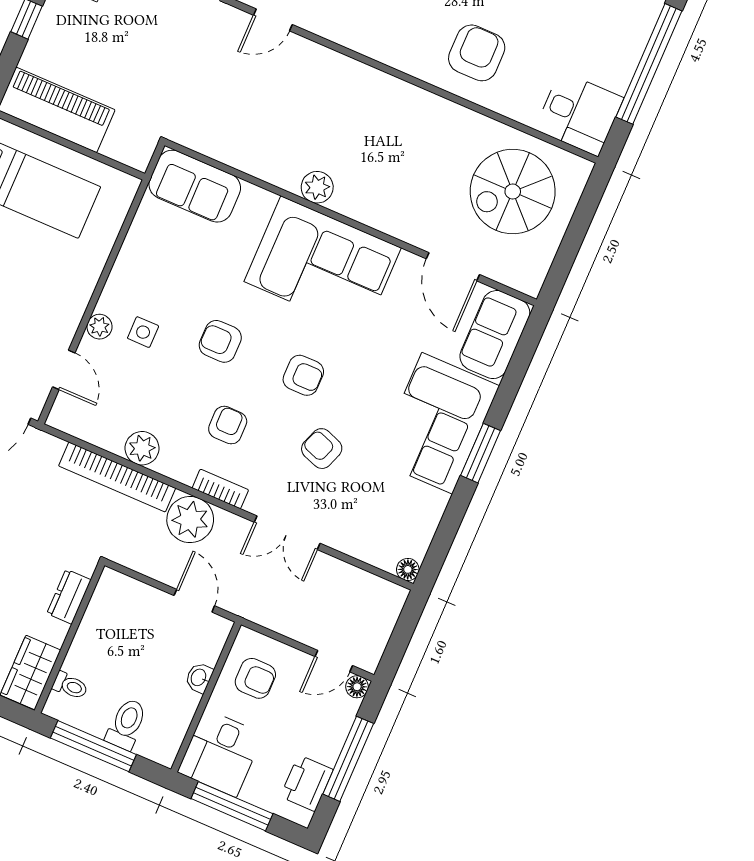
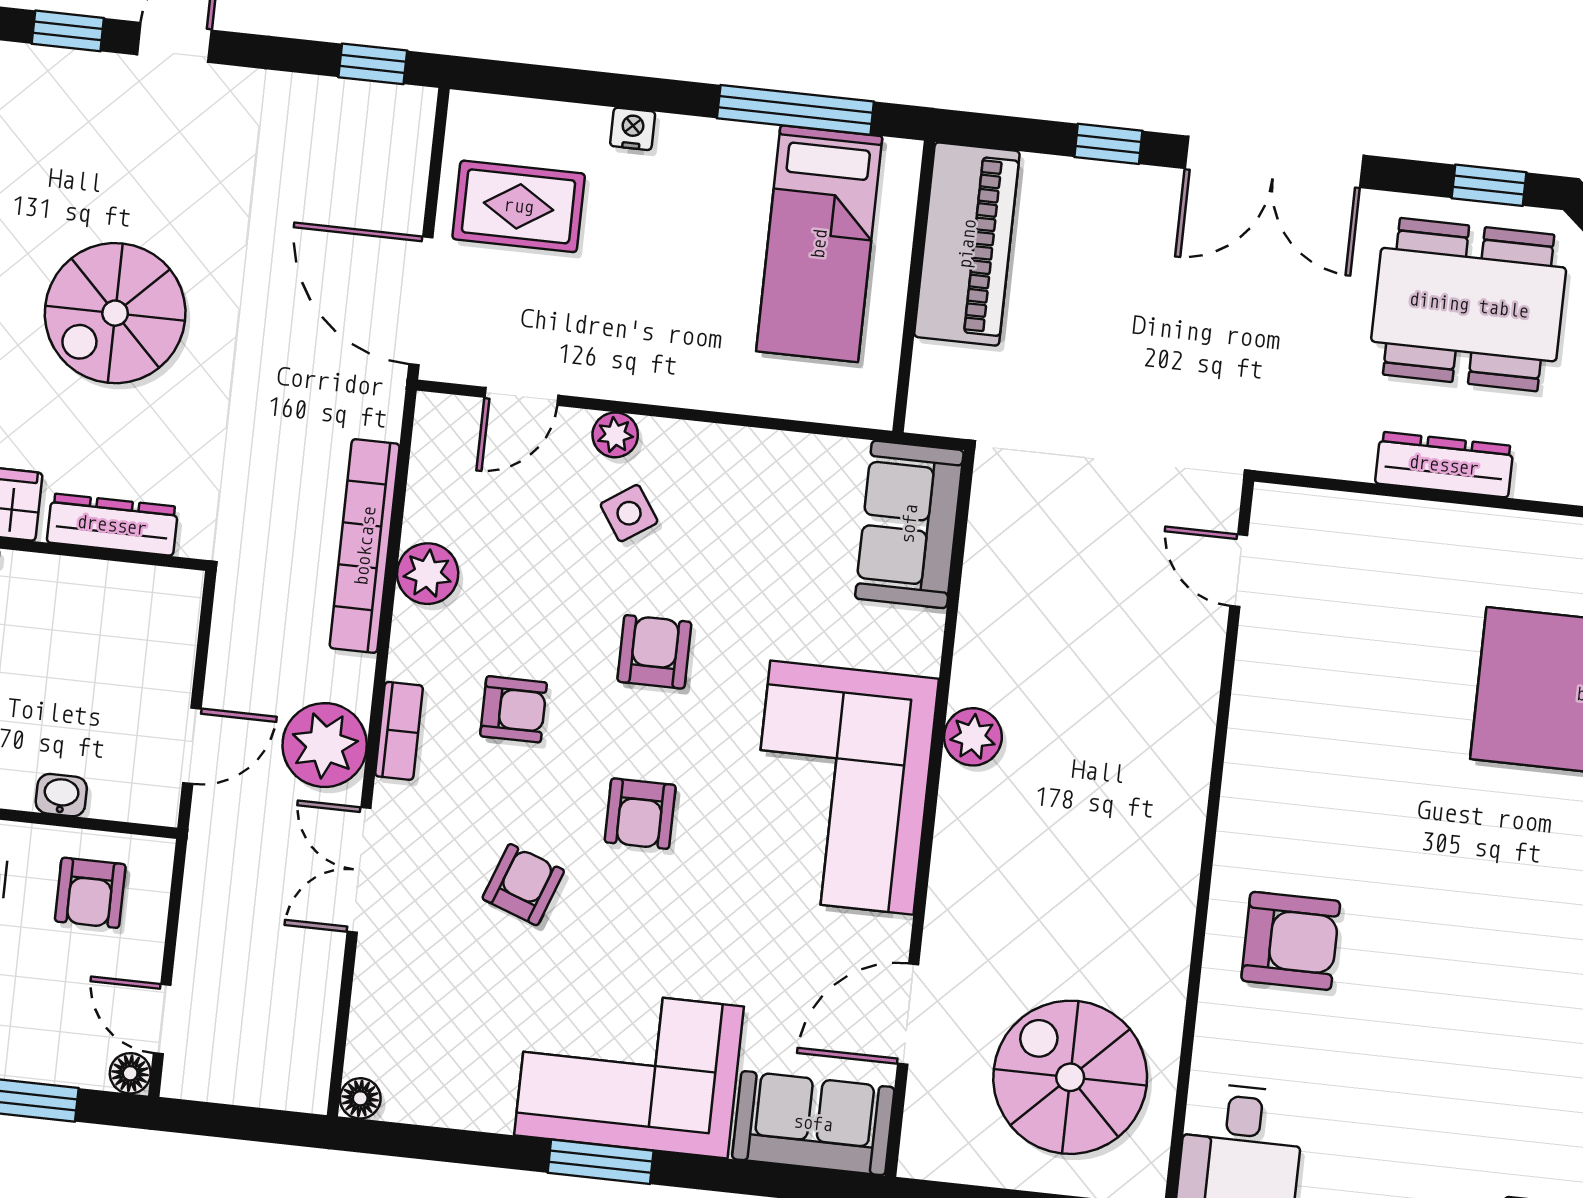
side table: (143, 332) -> (629, 513), turned -34
plant: (190, 520) -> (325, 745), moved
dresser: (69, 597) -> (112, 525), width x1.44

